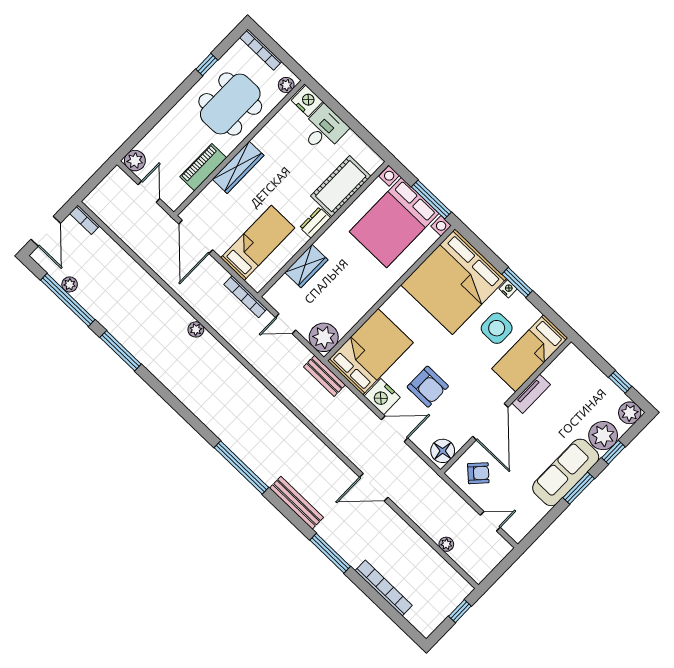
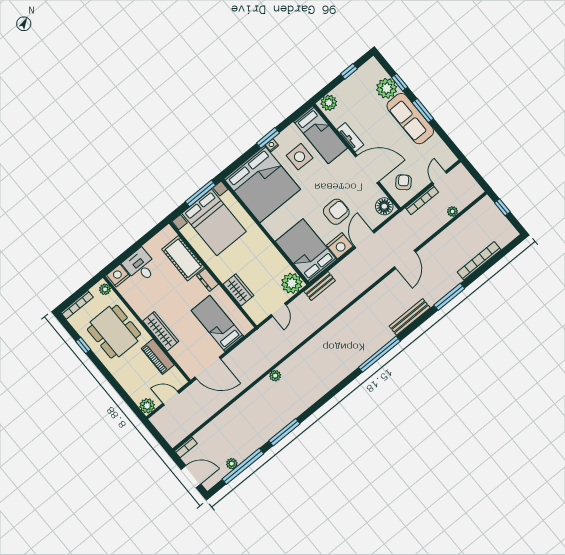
bookcase: (245, 297) -> (422, 200), moved
plant: (630, 413) -> (329, 103), moved

